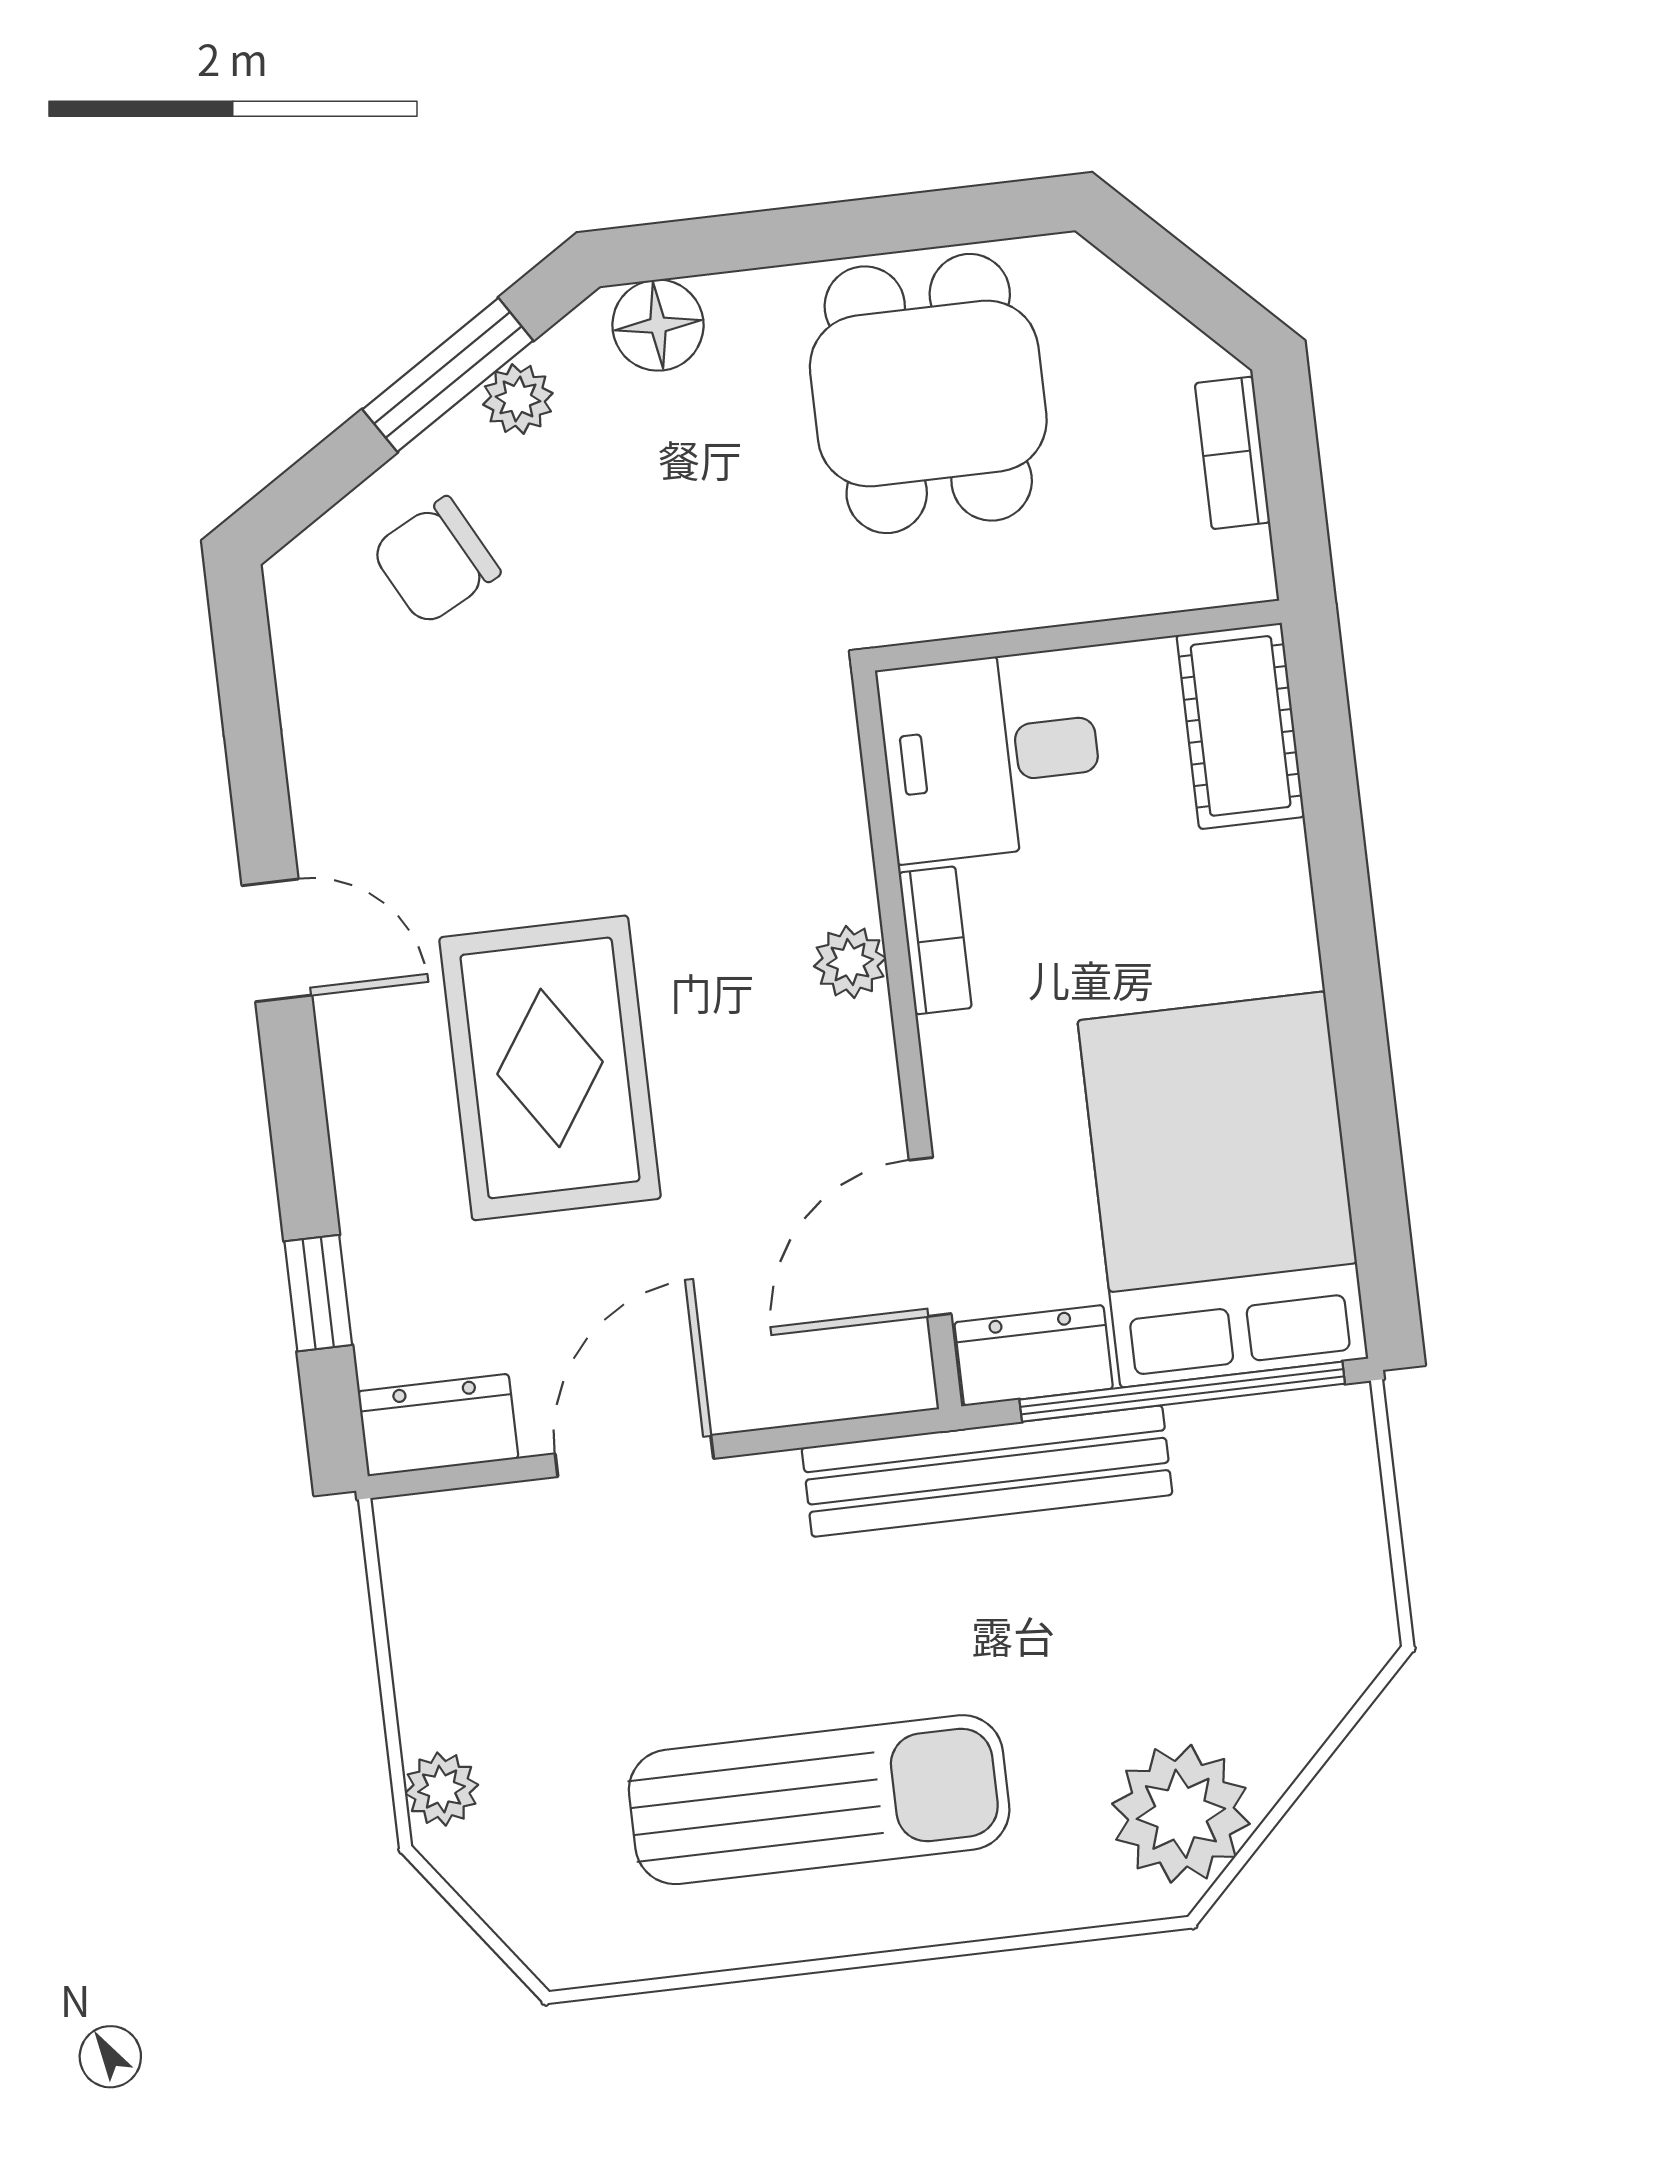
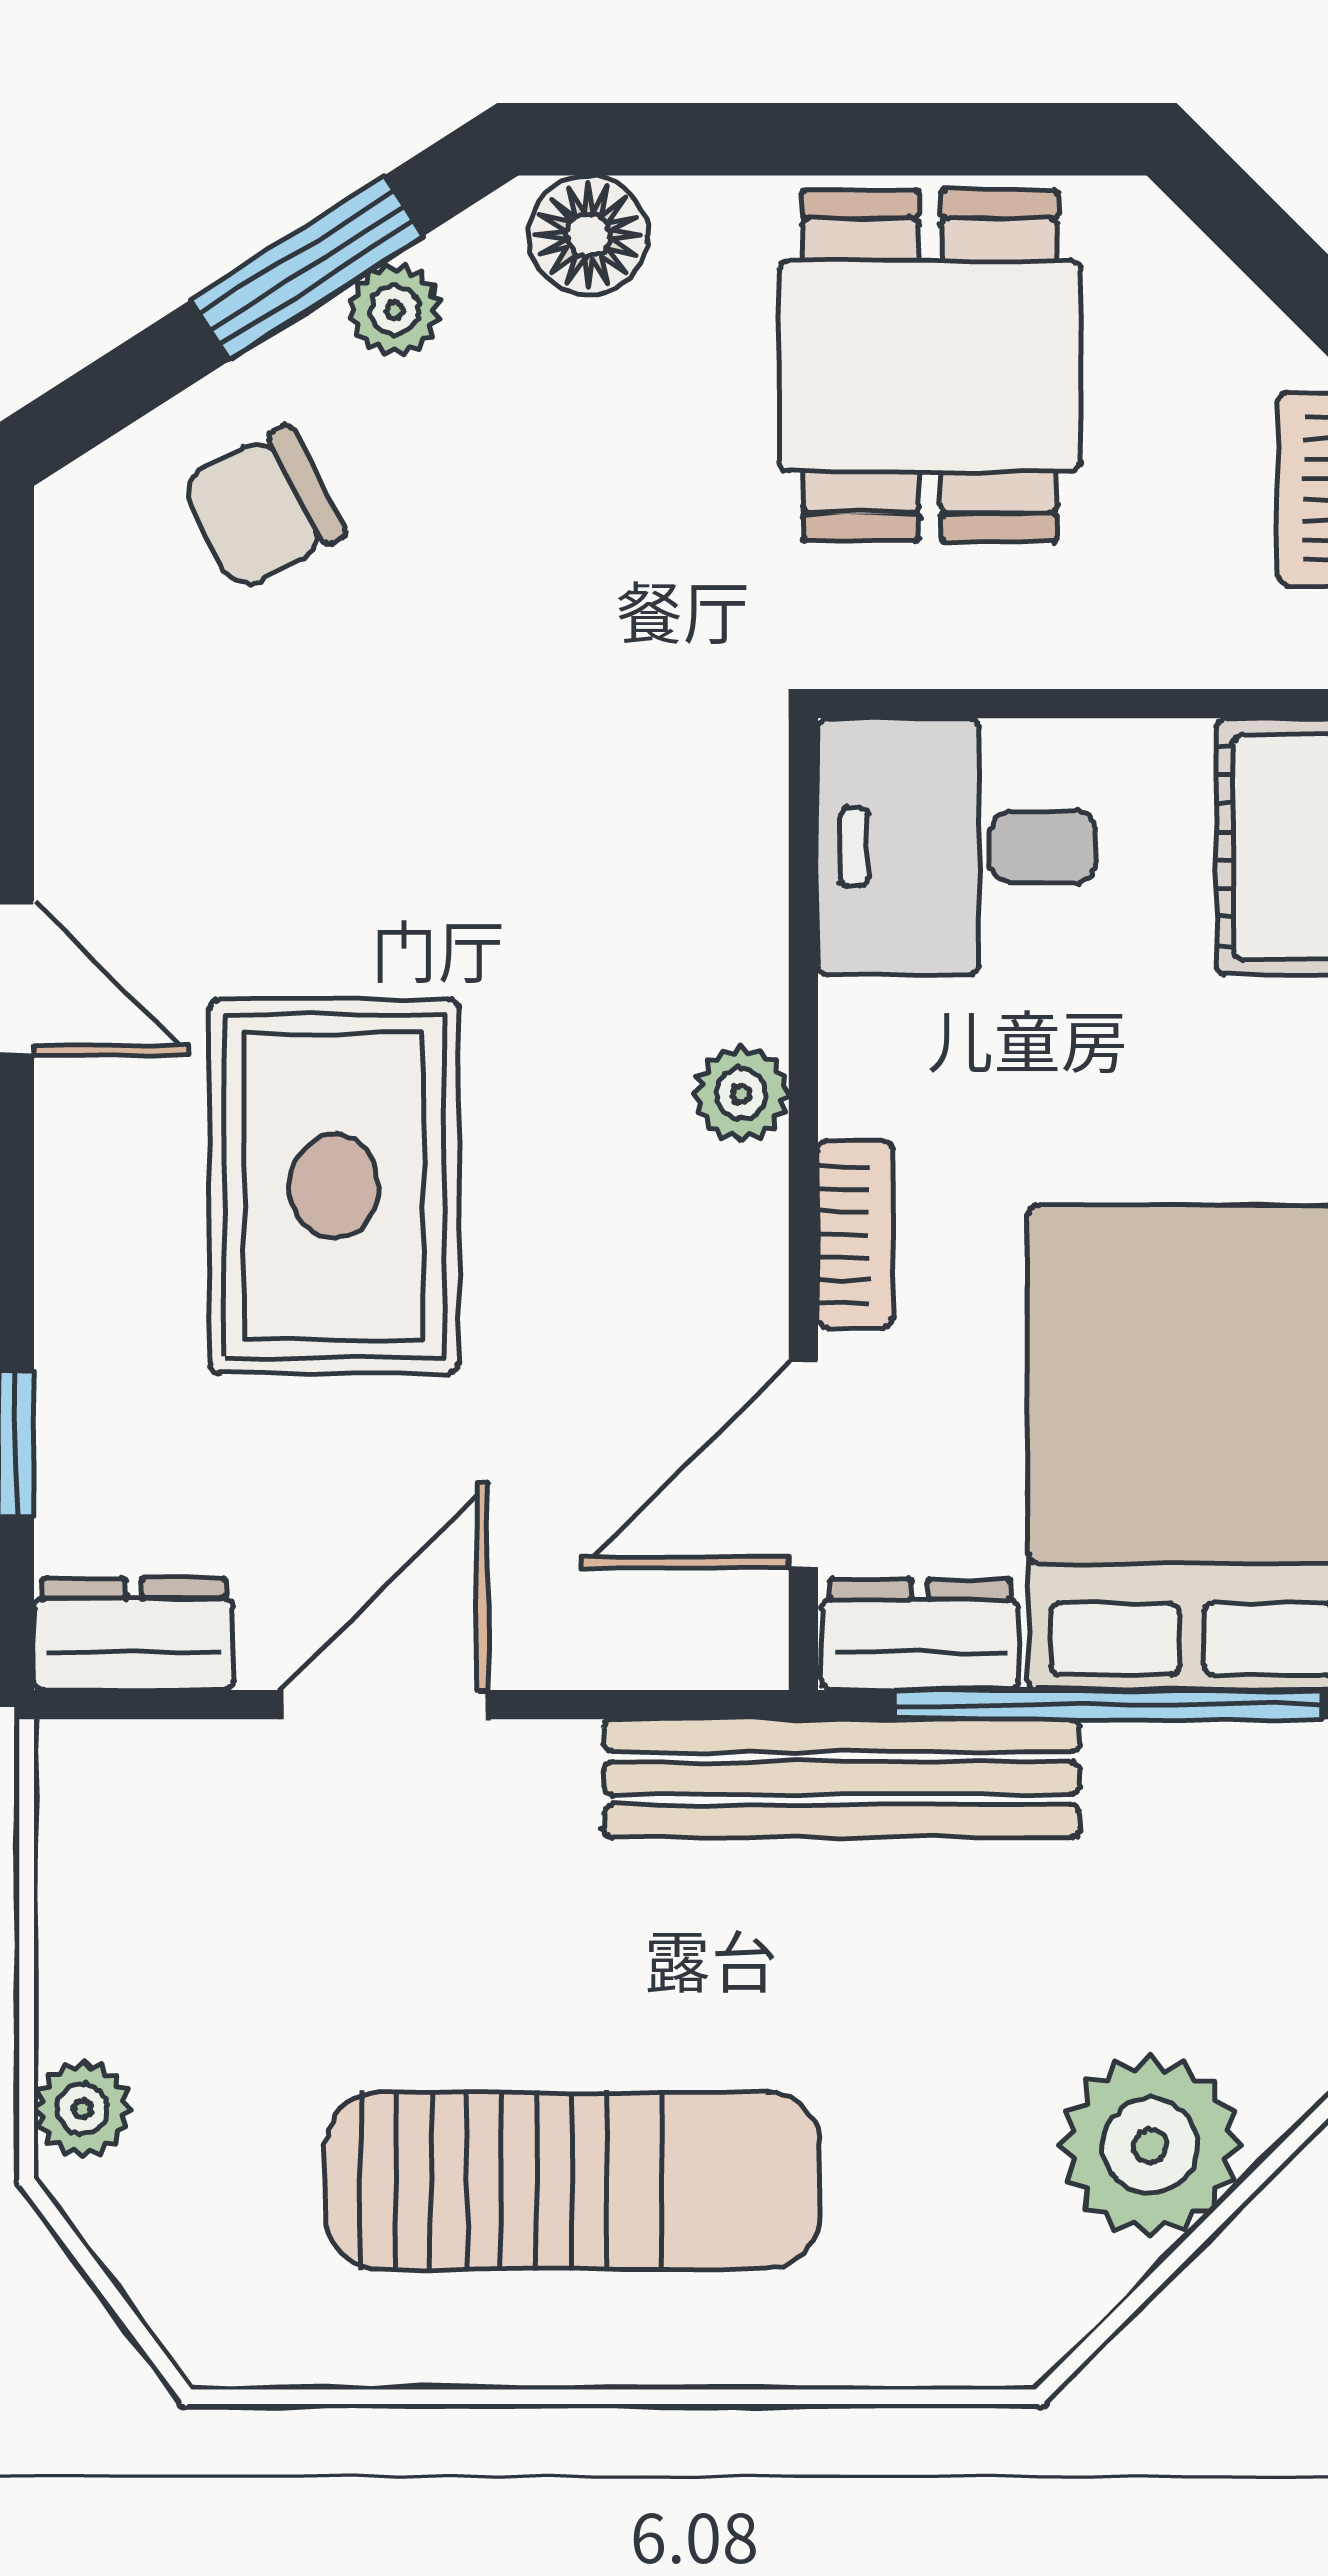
bookcase: (935, 940) -> (855, 1234), moved
plant: (1181, 1814) -> (1150, 2146), moved

